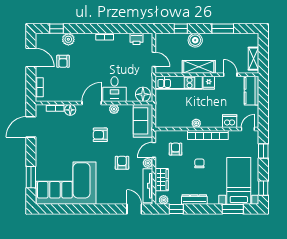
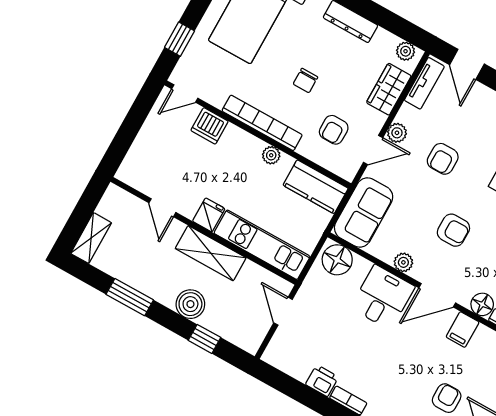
printer: (136, 39) -> (322, 381), moved
shelving: (254, 59) -> (91, 238), moved
kitchen counter: (251, 91) -> (316, 187), moved, turned 90
filing cabinet: (73, 94) -> (463, 330), added
tv unit: (148, 186) -> (424, 83), width x0.71
window: (176, 209) -> (392, 23), removed

